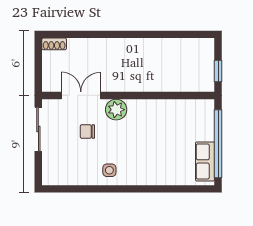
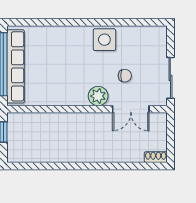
row of seats: (205, 161) -> (15, 66), width x2.02
side table: (109, 170) -> (104, 40), width x1.87, depth x1.87

